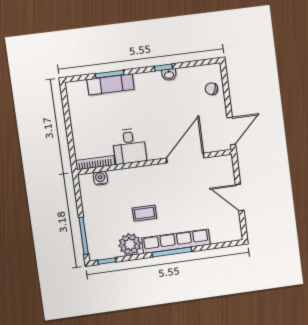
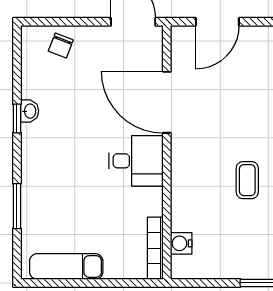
exam couch: (111, 84) -> (66, 266), moved, turned -90
desk: (129, 146) -> (136, 161), moved
door: (240, 197) -> (217, 22), moved

